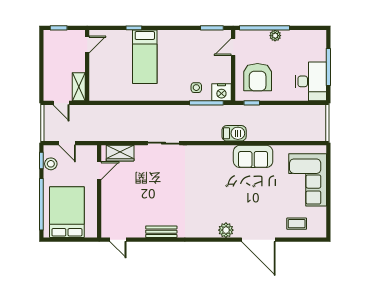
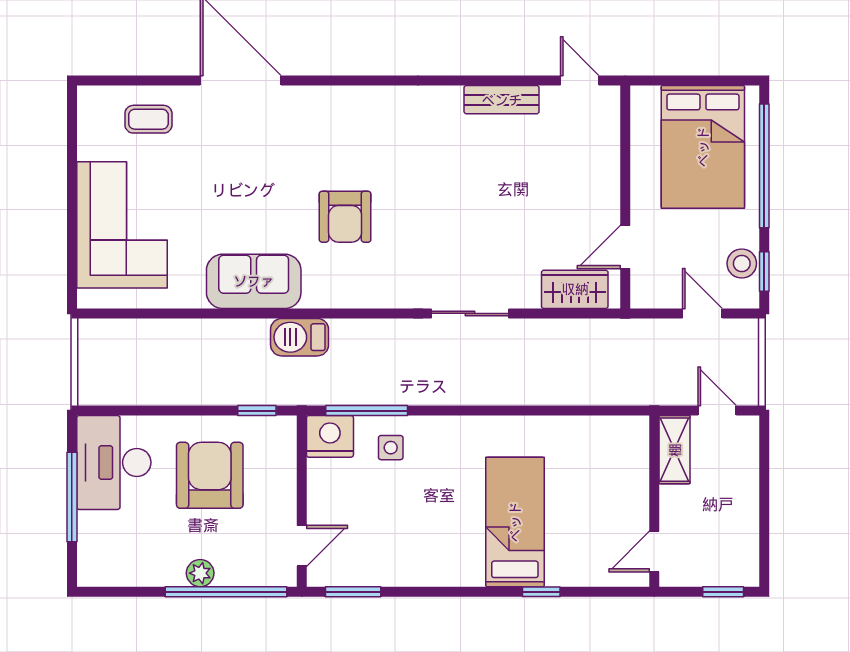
armchair: (258, 77) -> (210, 475), moved
armchair: (215, 183) -> (345, 217), added
plant: (226, 230) -> (319, 103), removed
bench: (161, 232) -> (502, 100), moved

